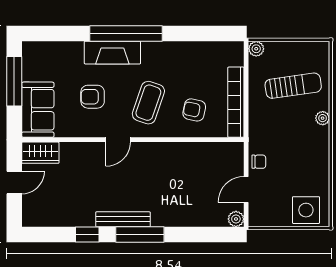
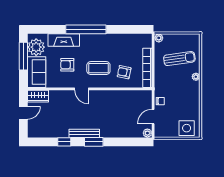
fireplace: (112, 53) -> (64, 40), moved
plant: (37, 65) -> (36, 47), added
coffee table: (148, 103) -> (98, 68), turned 71
door: (118, 140) -> (82, 89), hinge flipped
window: (140, 235) -> (94, 142), width x0.69

